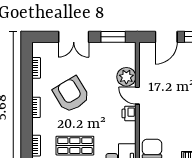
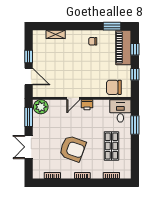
double door: (74, 37) -> (29, 147), swing flipped
plant: (126, 77) -> (41, 107), moved
armchair: (71, 95) -> (73, 149), turned -129

